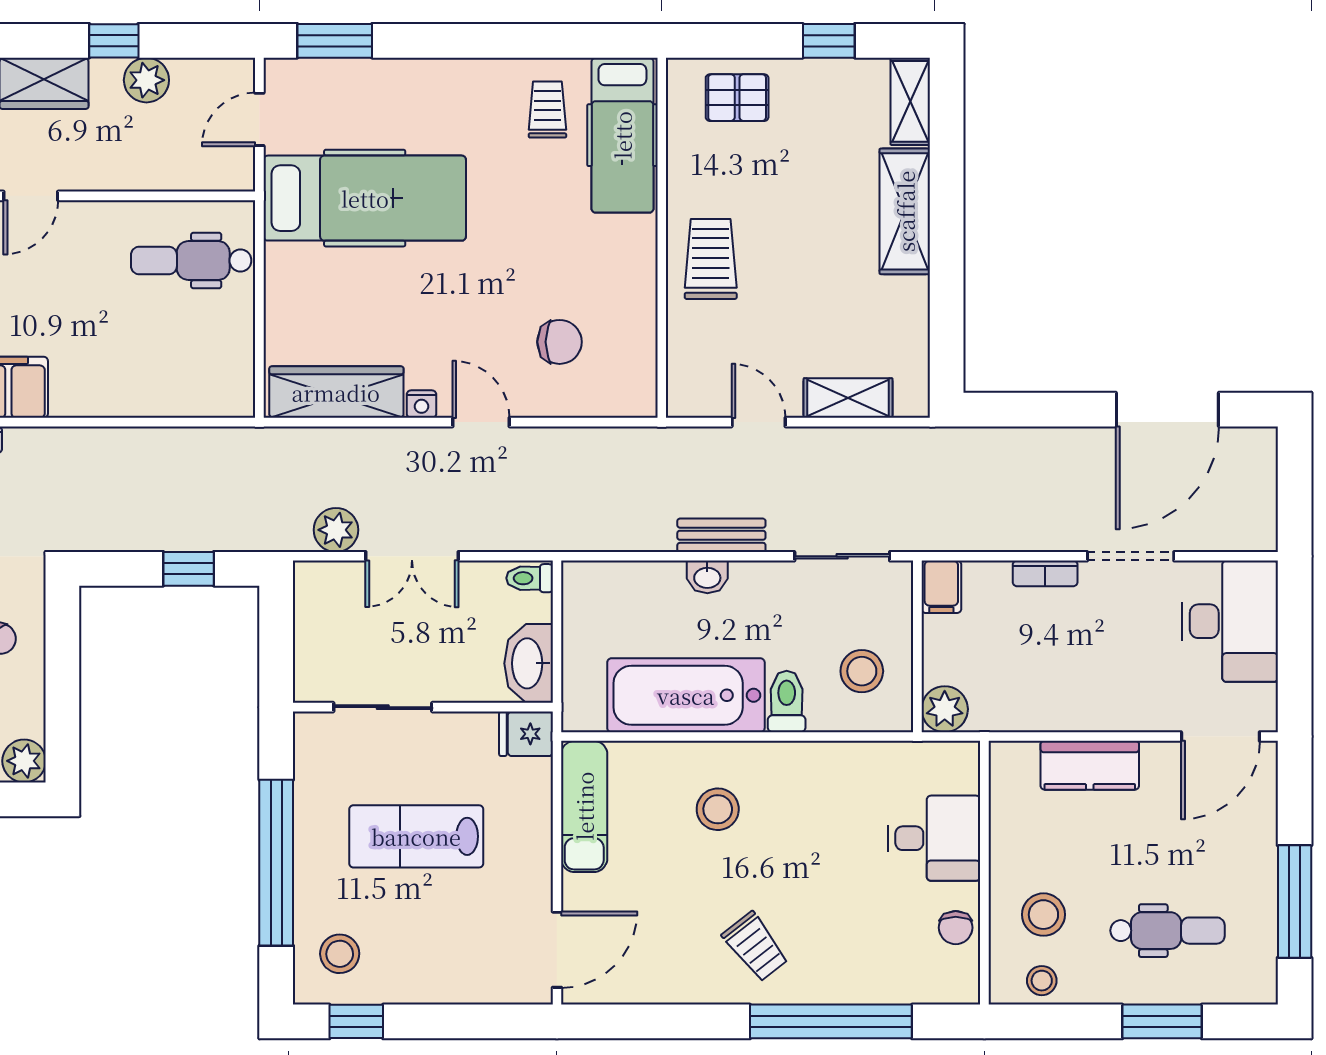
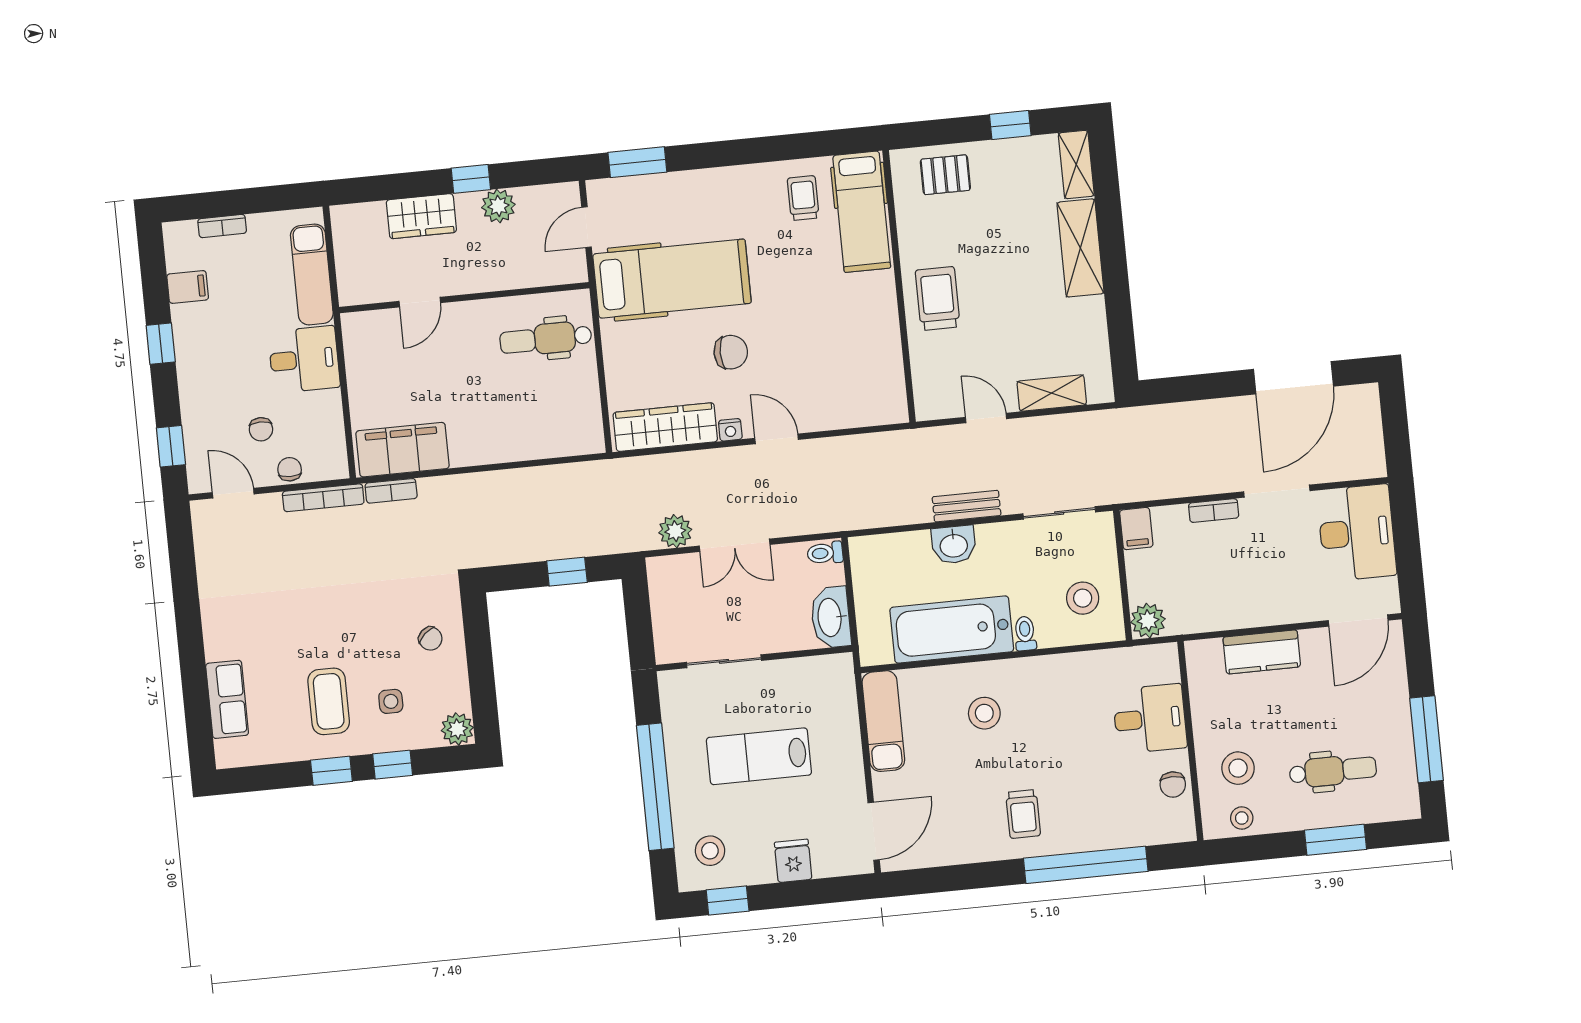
chair: (560, 342) -> (731, 352), moved
washbasin: (707, 577) -> (954, 545), width x1.38, depth x1.45
toilet: (787, 701) -> (1025, 633), width x0.73, depth x0.72
fridge: (526, 734) -> (793, 861), moved, turned 90
trolley: (755, 947) -> (1023, 814), turned 38

